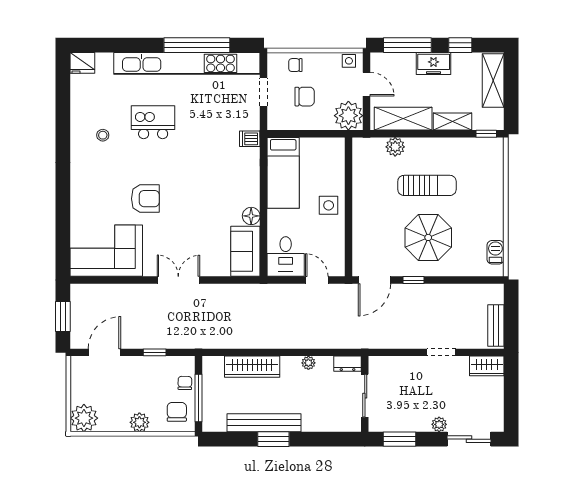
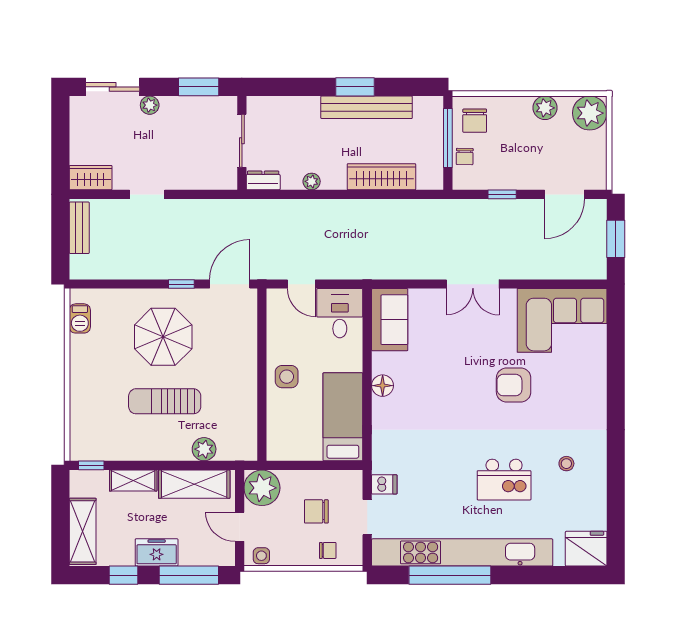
fridge: (82, 63) -> (586, 549), width x1.36, depth x1.34
dishwasher: (250, 139) -> (384, 484), moved
floor lamp: (251, 216) -> (383, 386), moved
plant: (139, 422) -> (545, 108), moved

